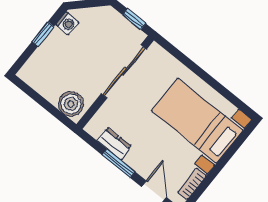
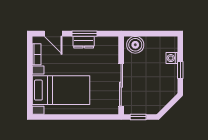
washing machine: (67, 23) -> (172, 58), moved
dresser: (114, 143) -> (84, 42), moved

